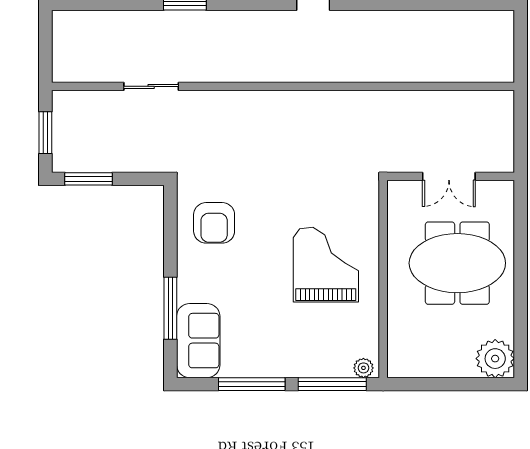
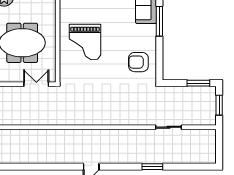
double door: (449, 176) -> (36, 84), moved
armchair: (214, 223) -> (138, 62), turned -90

